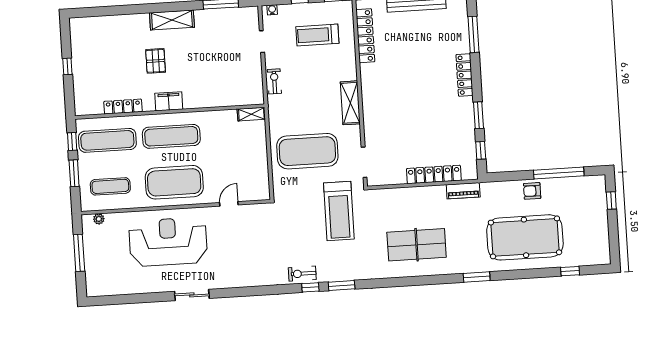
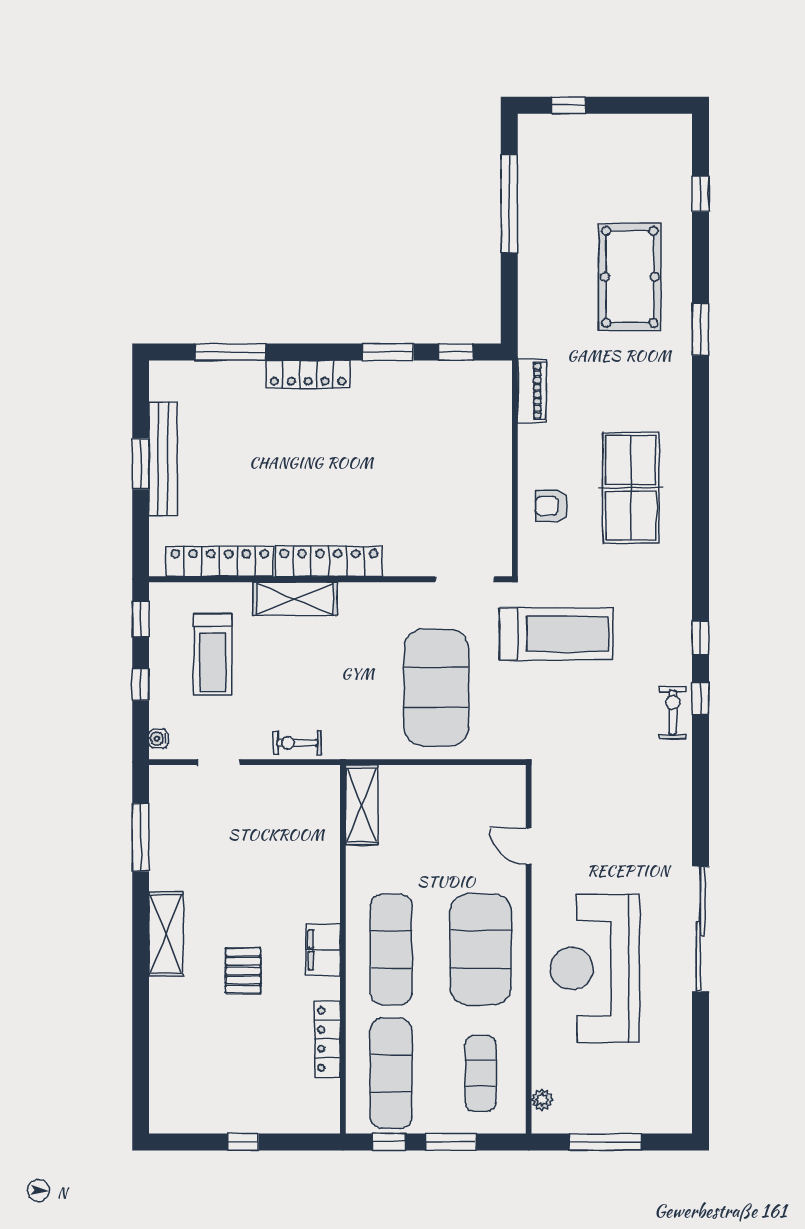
pallet: (156, 61) -> (243, 971), turned 90
shelving: (350, 103) -> (295, 599), moved
shelving: (251, 114) -> (362, 805), width x1.50, depth x1.33
locker: (434, 174) -> (329, 561), moved, turned 90
armchair: (532, 191) -> (551, 506), moved, turned 90
pool table: (525, 237) -> (630, 277), width x0.73, depth x0.76
exercise bike: (302, 274) -> (673, 712), turned 180
window: (477, 277) -> (701, 329), moved
window: (342, 285) -> (701, 638), width x0.67
sliding door: (192, 295) -> (701, 929), width x1.86

